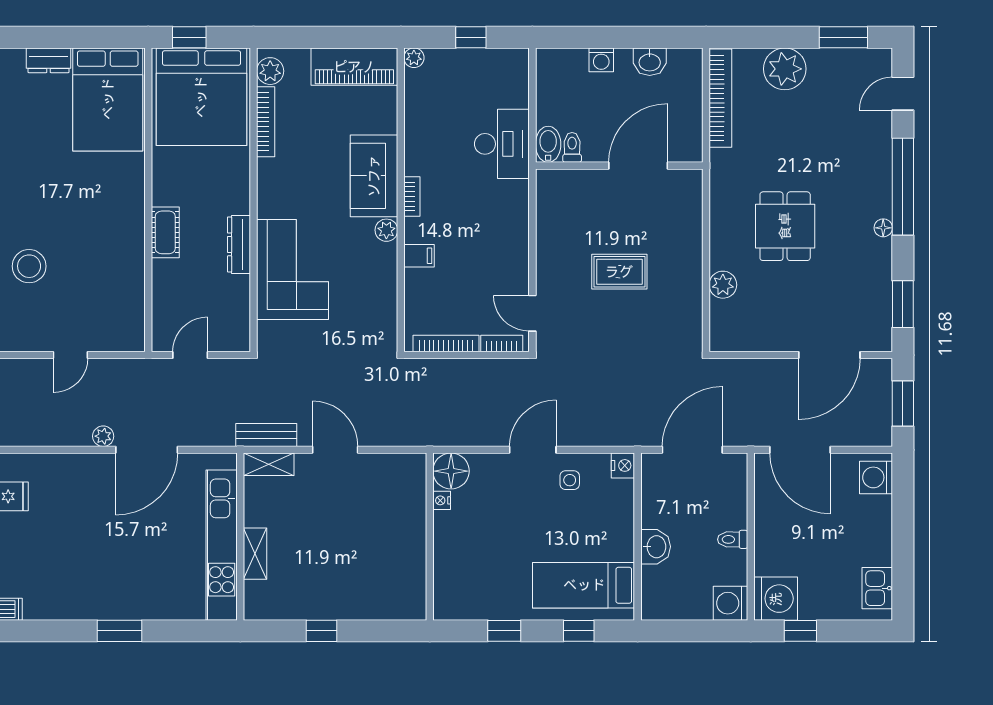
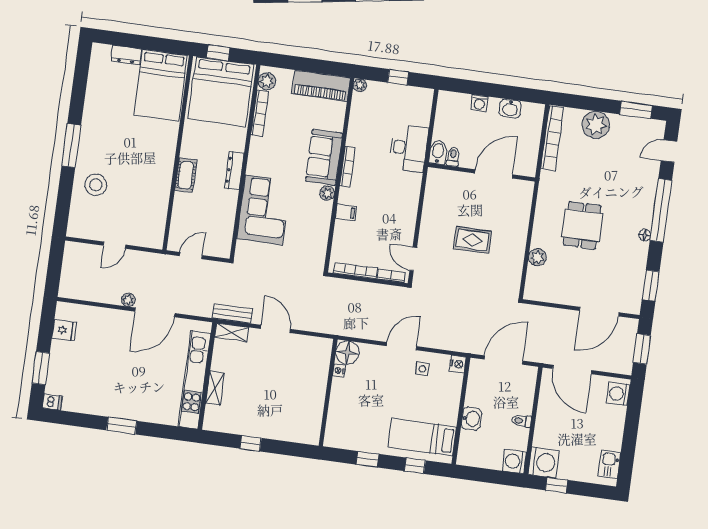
bookcase: (412, 197) -> (347, 167), width x1.56
dresser: (239, 244) -> (234, 171), moved

